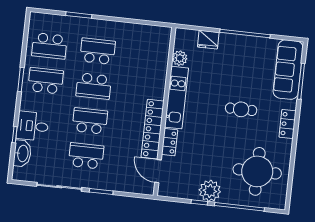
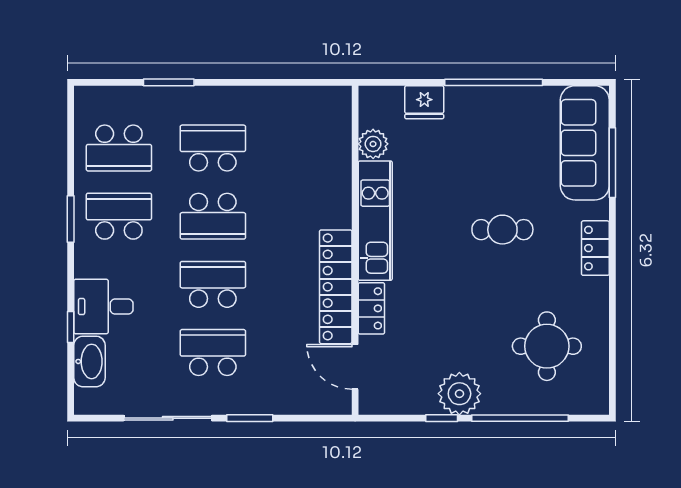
round table: (257, 171) -> (547, 346), width x0.73, depth x0.73

